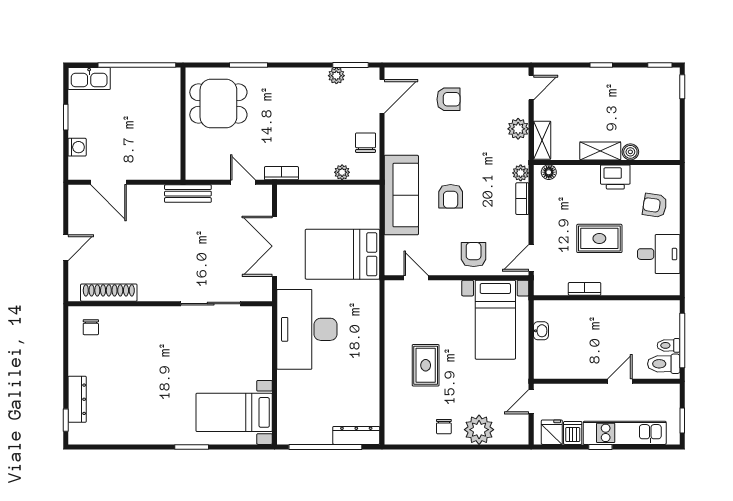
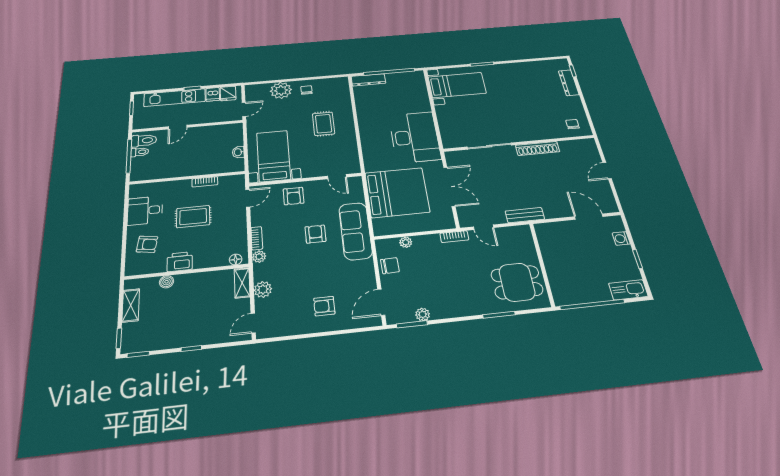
chair: (366, 143) -> (390, 266), turned -92
shelving: (600, 151) -> (131, 305), moved, turned 90
bed: (342, 254) -> (397, 192), width x1.36
shoe rack: (109, 293) -> (538, 148), moved

